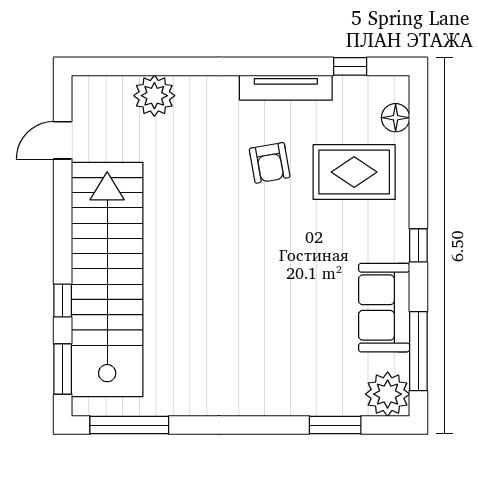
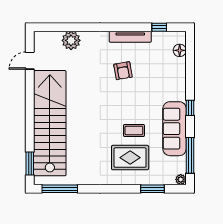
rug: (354, 172) -> (130, 158), moved
coffee table: (294, 296) -> (134, 130), added
window: (63, 300) -> (30, 133), removed
sofa: (384, 308) -> (175, 129), width x1.36
plant: (388, 394) -> (181, 179), width x0.53, depth x0.53

